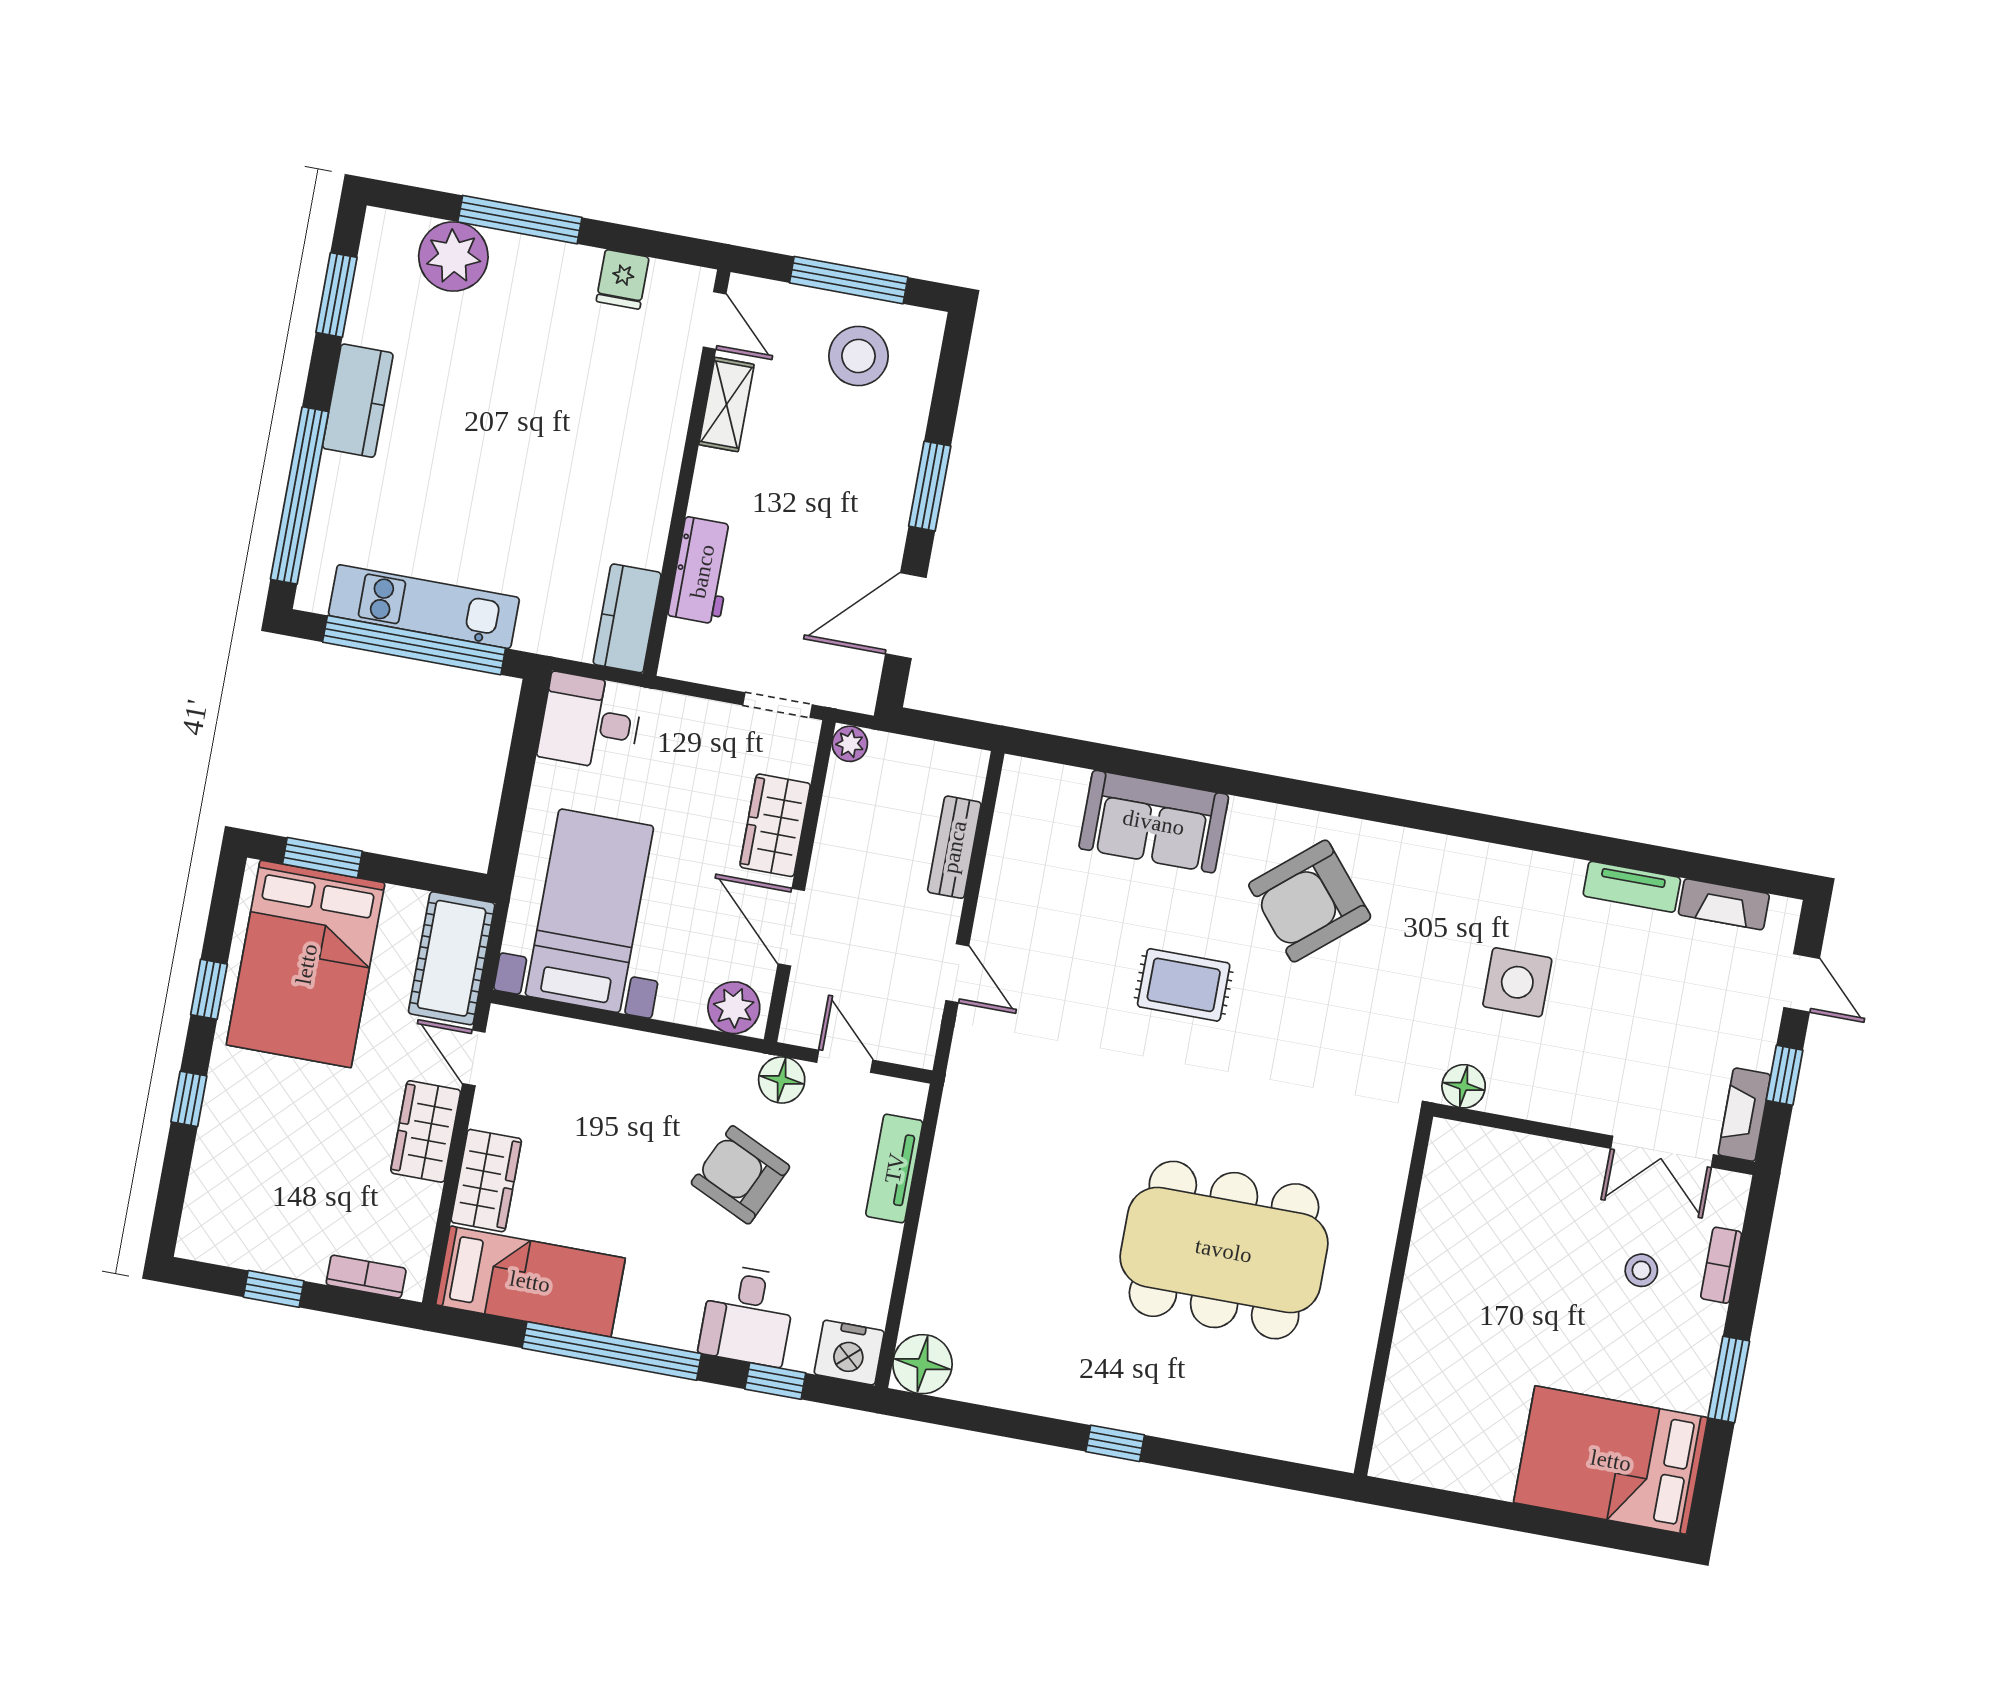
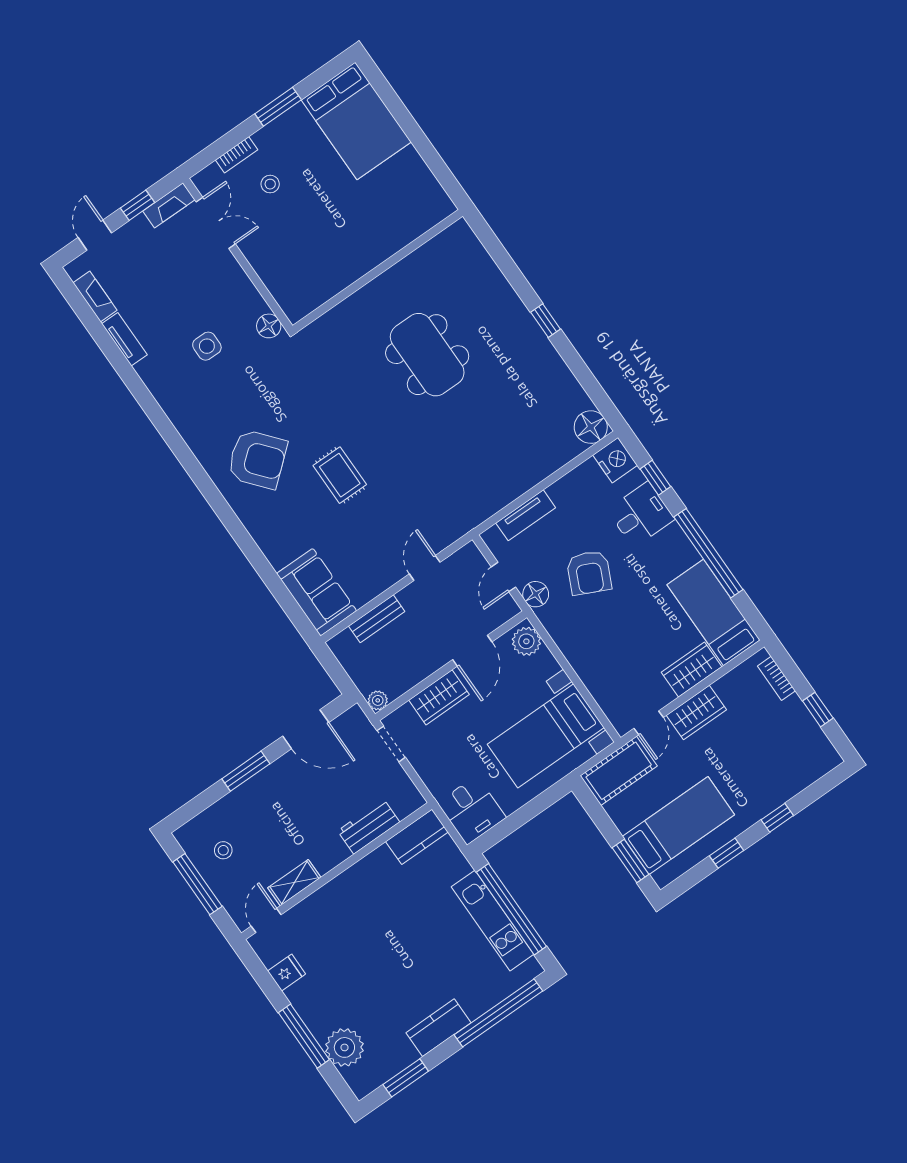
stool: (858, 356) -> (223, 850), width x0.53, depth x0.53
sofa: (1154, 822) -> (317, 592), moved
bed: (306, 964) -> (679, 826), width x0.67
side table: (1517, 982) -> (207, 346), width x0.73, depth x0.73
dining table: (1224, 1250) -> (427, 355), width x0.73, depth x0.80

